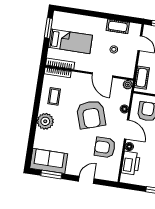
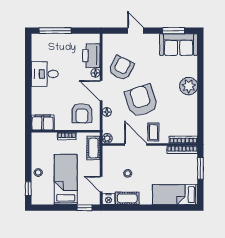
window: (48, 28) -> (200, 168), moved
nightstand: (135, 28) -> (108, 199), added
bed: (70, 41) -> (175, 195), moved
coffee table: (54, 96) -> (153, 132), moved
armchair: (105, 147) -> (121, 68), turned -63
door: (86, 180) -> (136, 31), swing flipped

